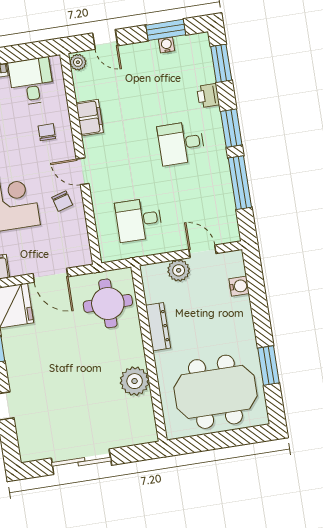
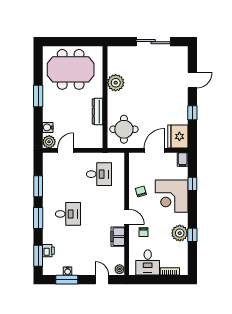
printer: (208, 95) -> (48, 251), moved
door: (83, 171) -> (127, 217), moved
window: (240, 183) -> (38, 186), width x0.69
door: (202, 251) -> (66, 150), swing flipped
plant: (179, 270) -> (49, 142), moved
door: (50, 275) -> (154, 150), hinge flipped
window: (269, 365) -> (38, 96), moved

